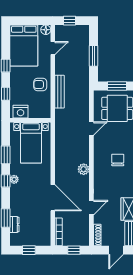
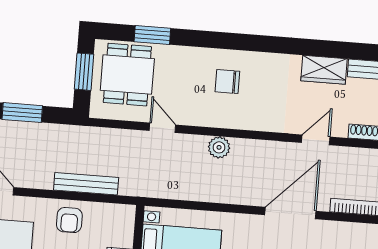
plant: (84, 169) -> (219, 147), moved
door: (91, 208) -> (316, 140), hinge flipped

